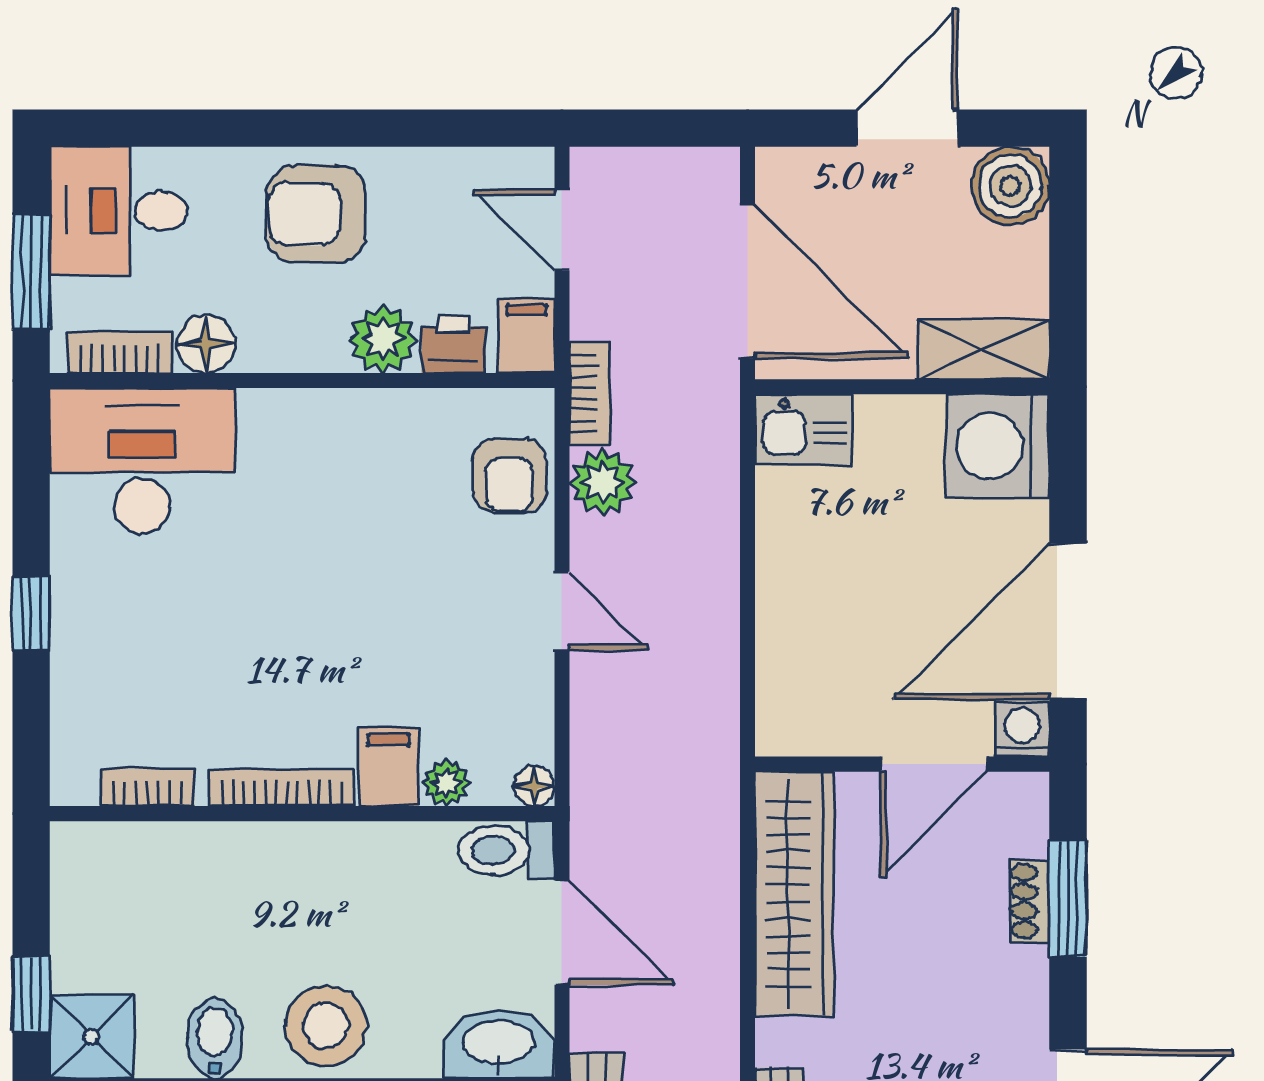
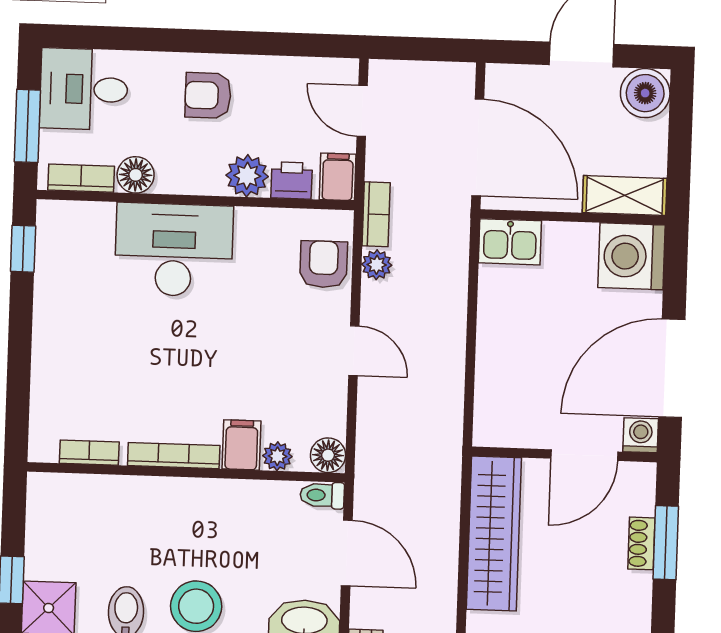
armchair: (316, 214) -> (208, 95), width x0.72, depth x0.72
desk: (142, 461) -> (174, 250), moved
armchair: (509, 475) -> (324, 264), turned 180
plant: (603, 482) -> (377, 265), width x0.73, depth x0.73
window: (31, 613) -> (23, 249), moved
floor lamp: (534, 786) -> (328, 455), width x1.37, depth x1.37
toilet: (506, 850) -> (322, 495), width x0.73, depth x0.72

